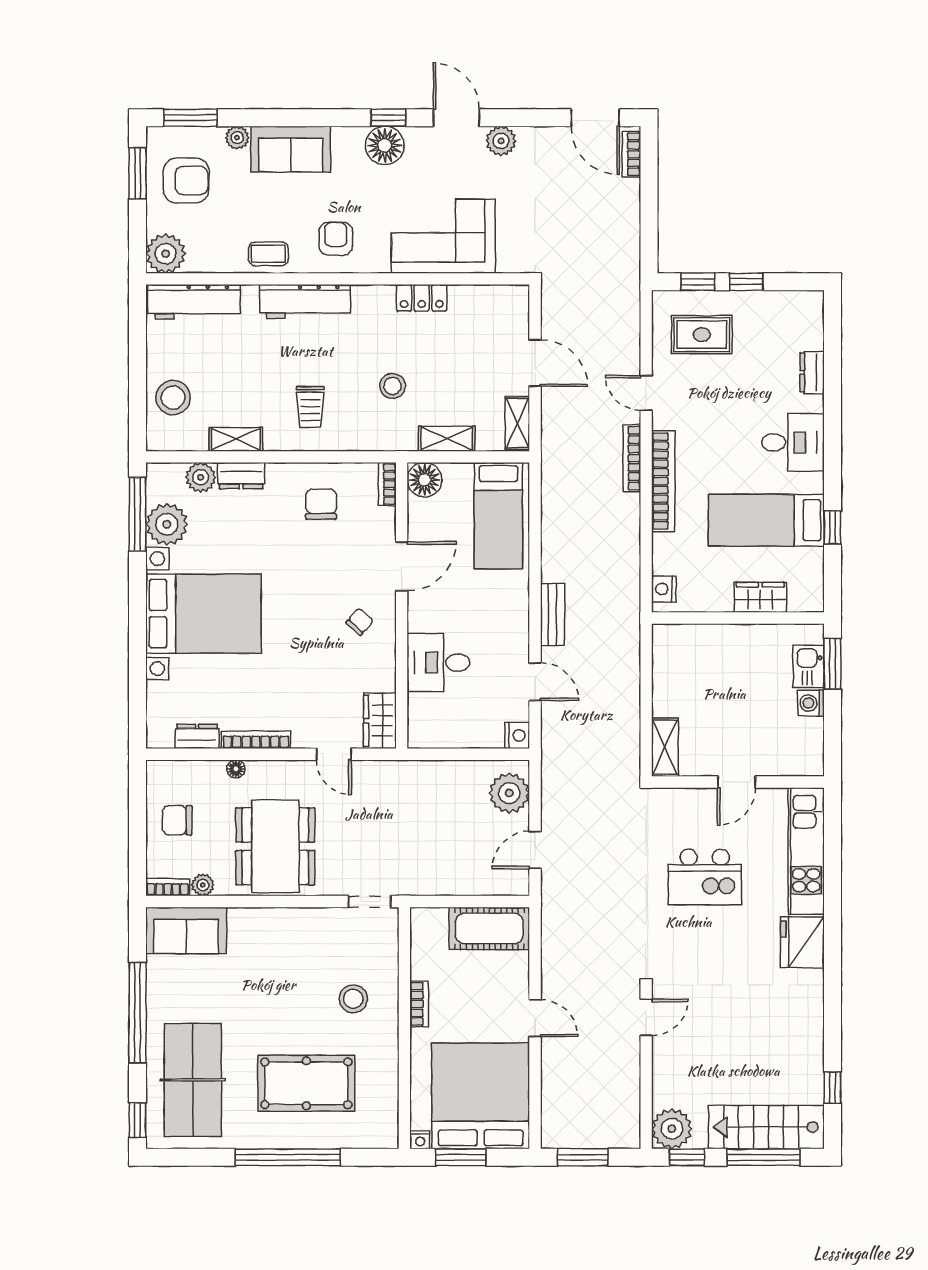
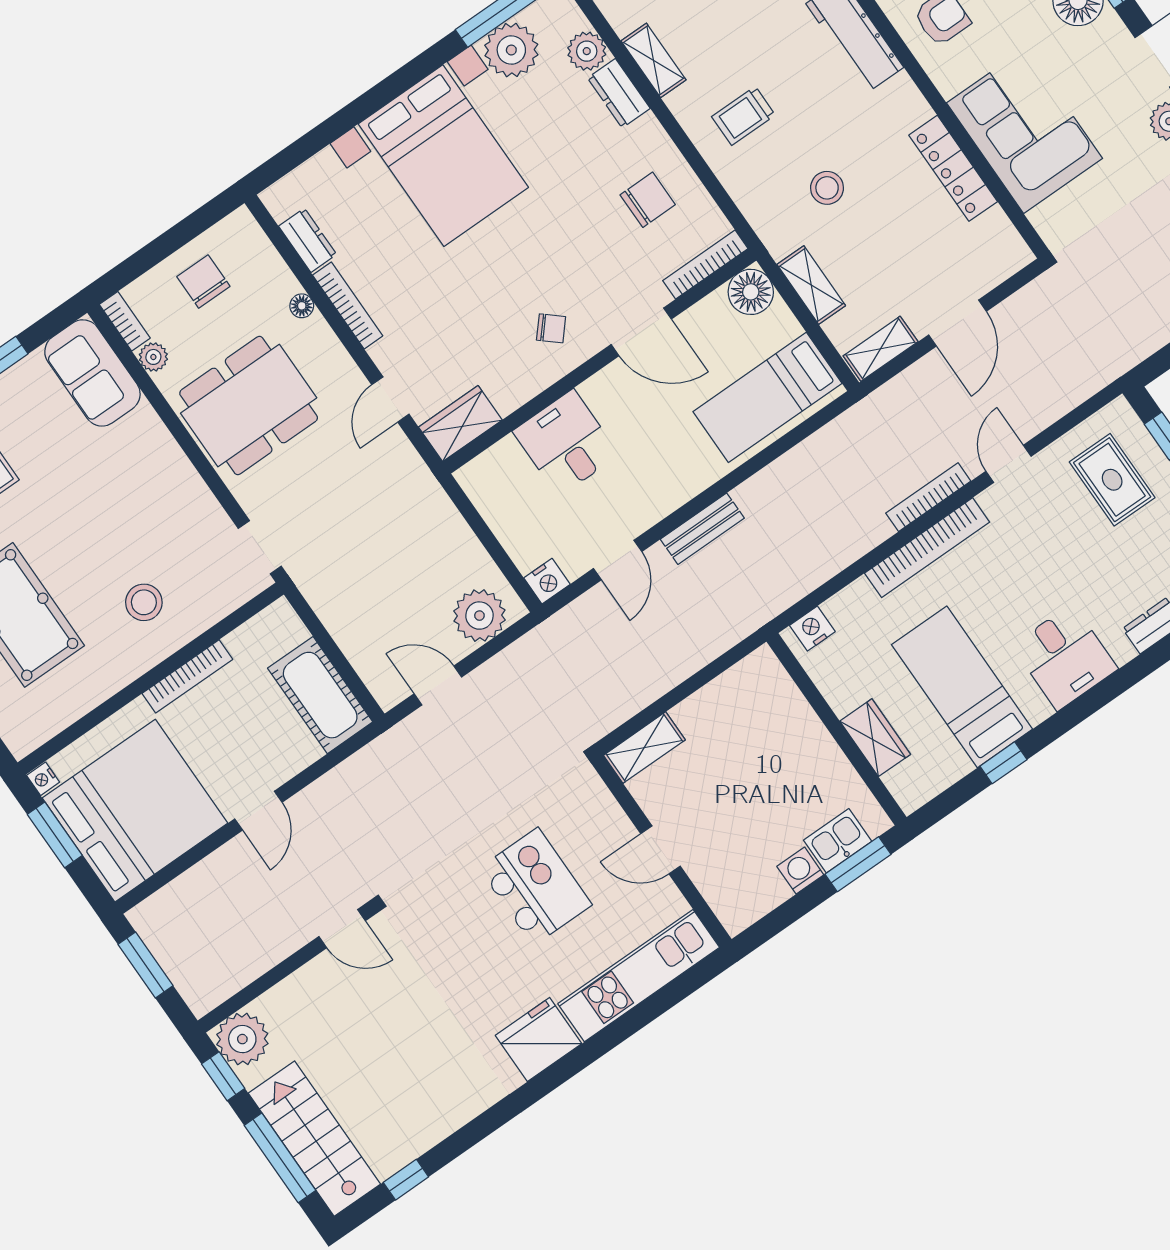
locker: (422, 298) -> (953, 168), width x1.53
bookcase: (387, 484) -> (705, 265), width x1.56
kitchen island: (705, 877) -> (536, 887), turned 180
bookcase: (419, 1004) -> (187, 676), width x1.56

